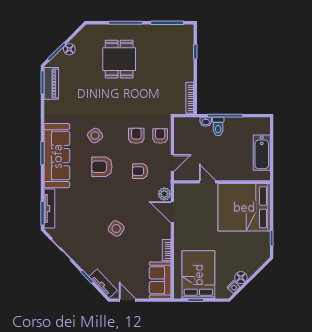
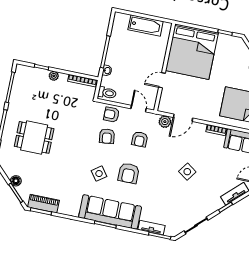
plant: (189, 66) -> (54, 76), added
toilet: (218, 127) -> (107, 93), moved
armchair: (136, 136) -> (107, 136), turned -97
tv unit: (49, 208) -> (151, 228), width x0.71

